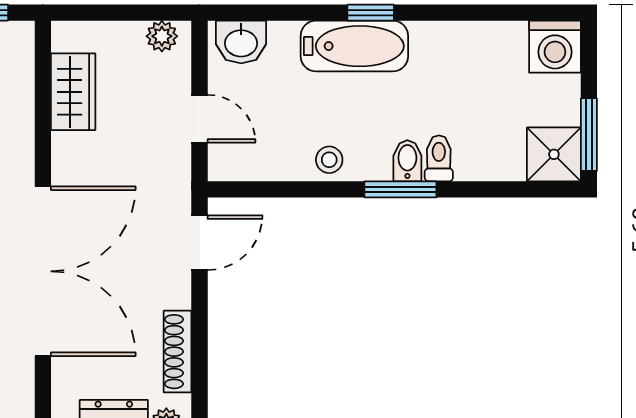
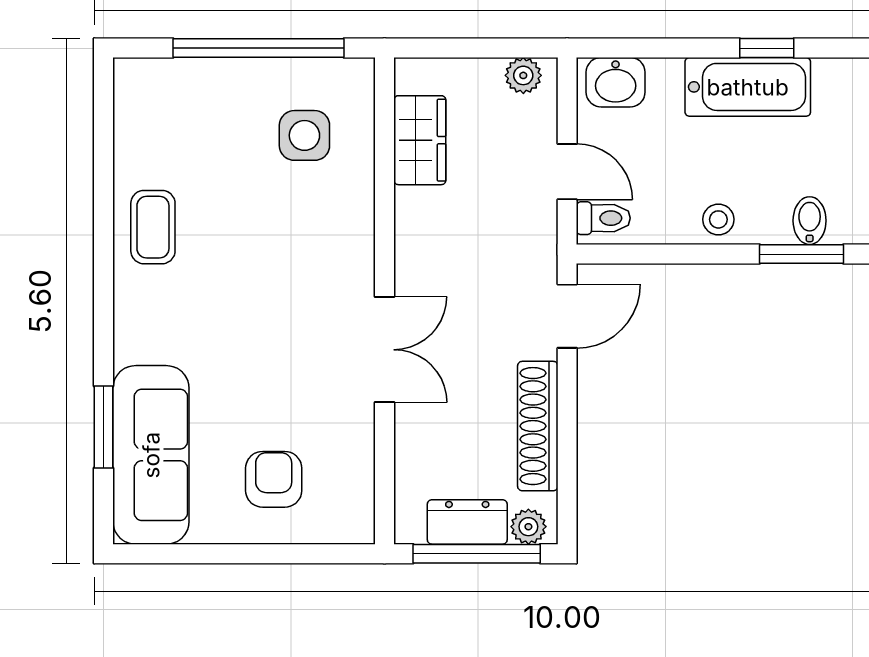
toilet: (439, 158) -> (603, 218), moved, turned 90
double door: (43, 271) -> (385, 350), width x0.54
shoe rack: (178, 352) -> (538, 426), width x1.36, depth x1.24

